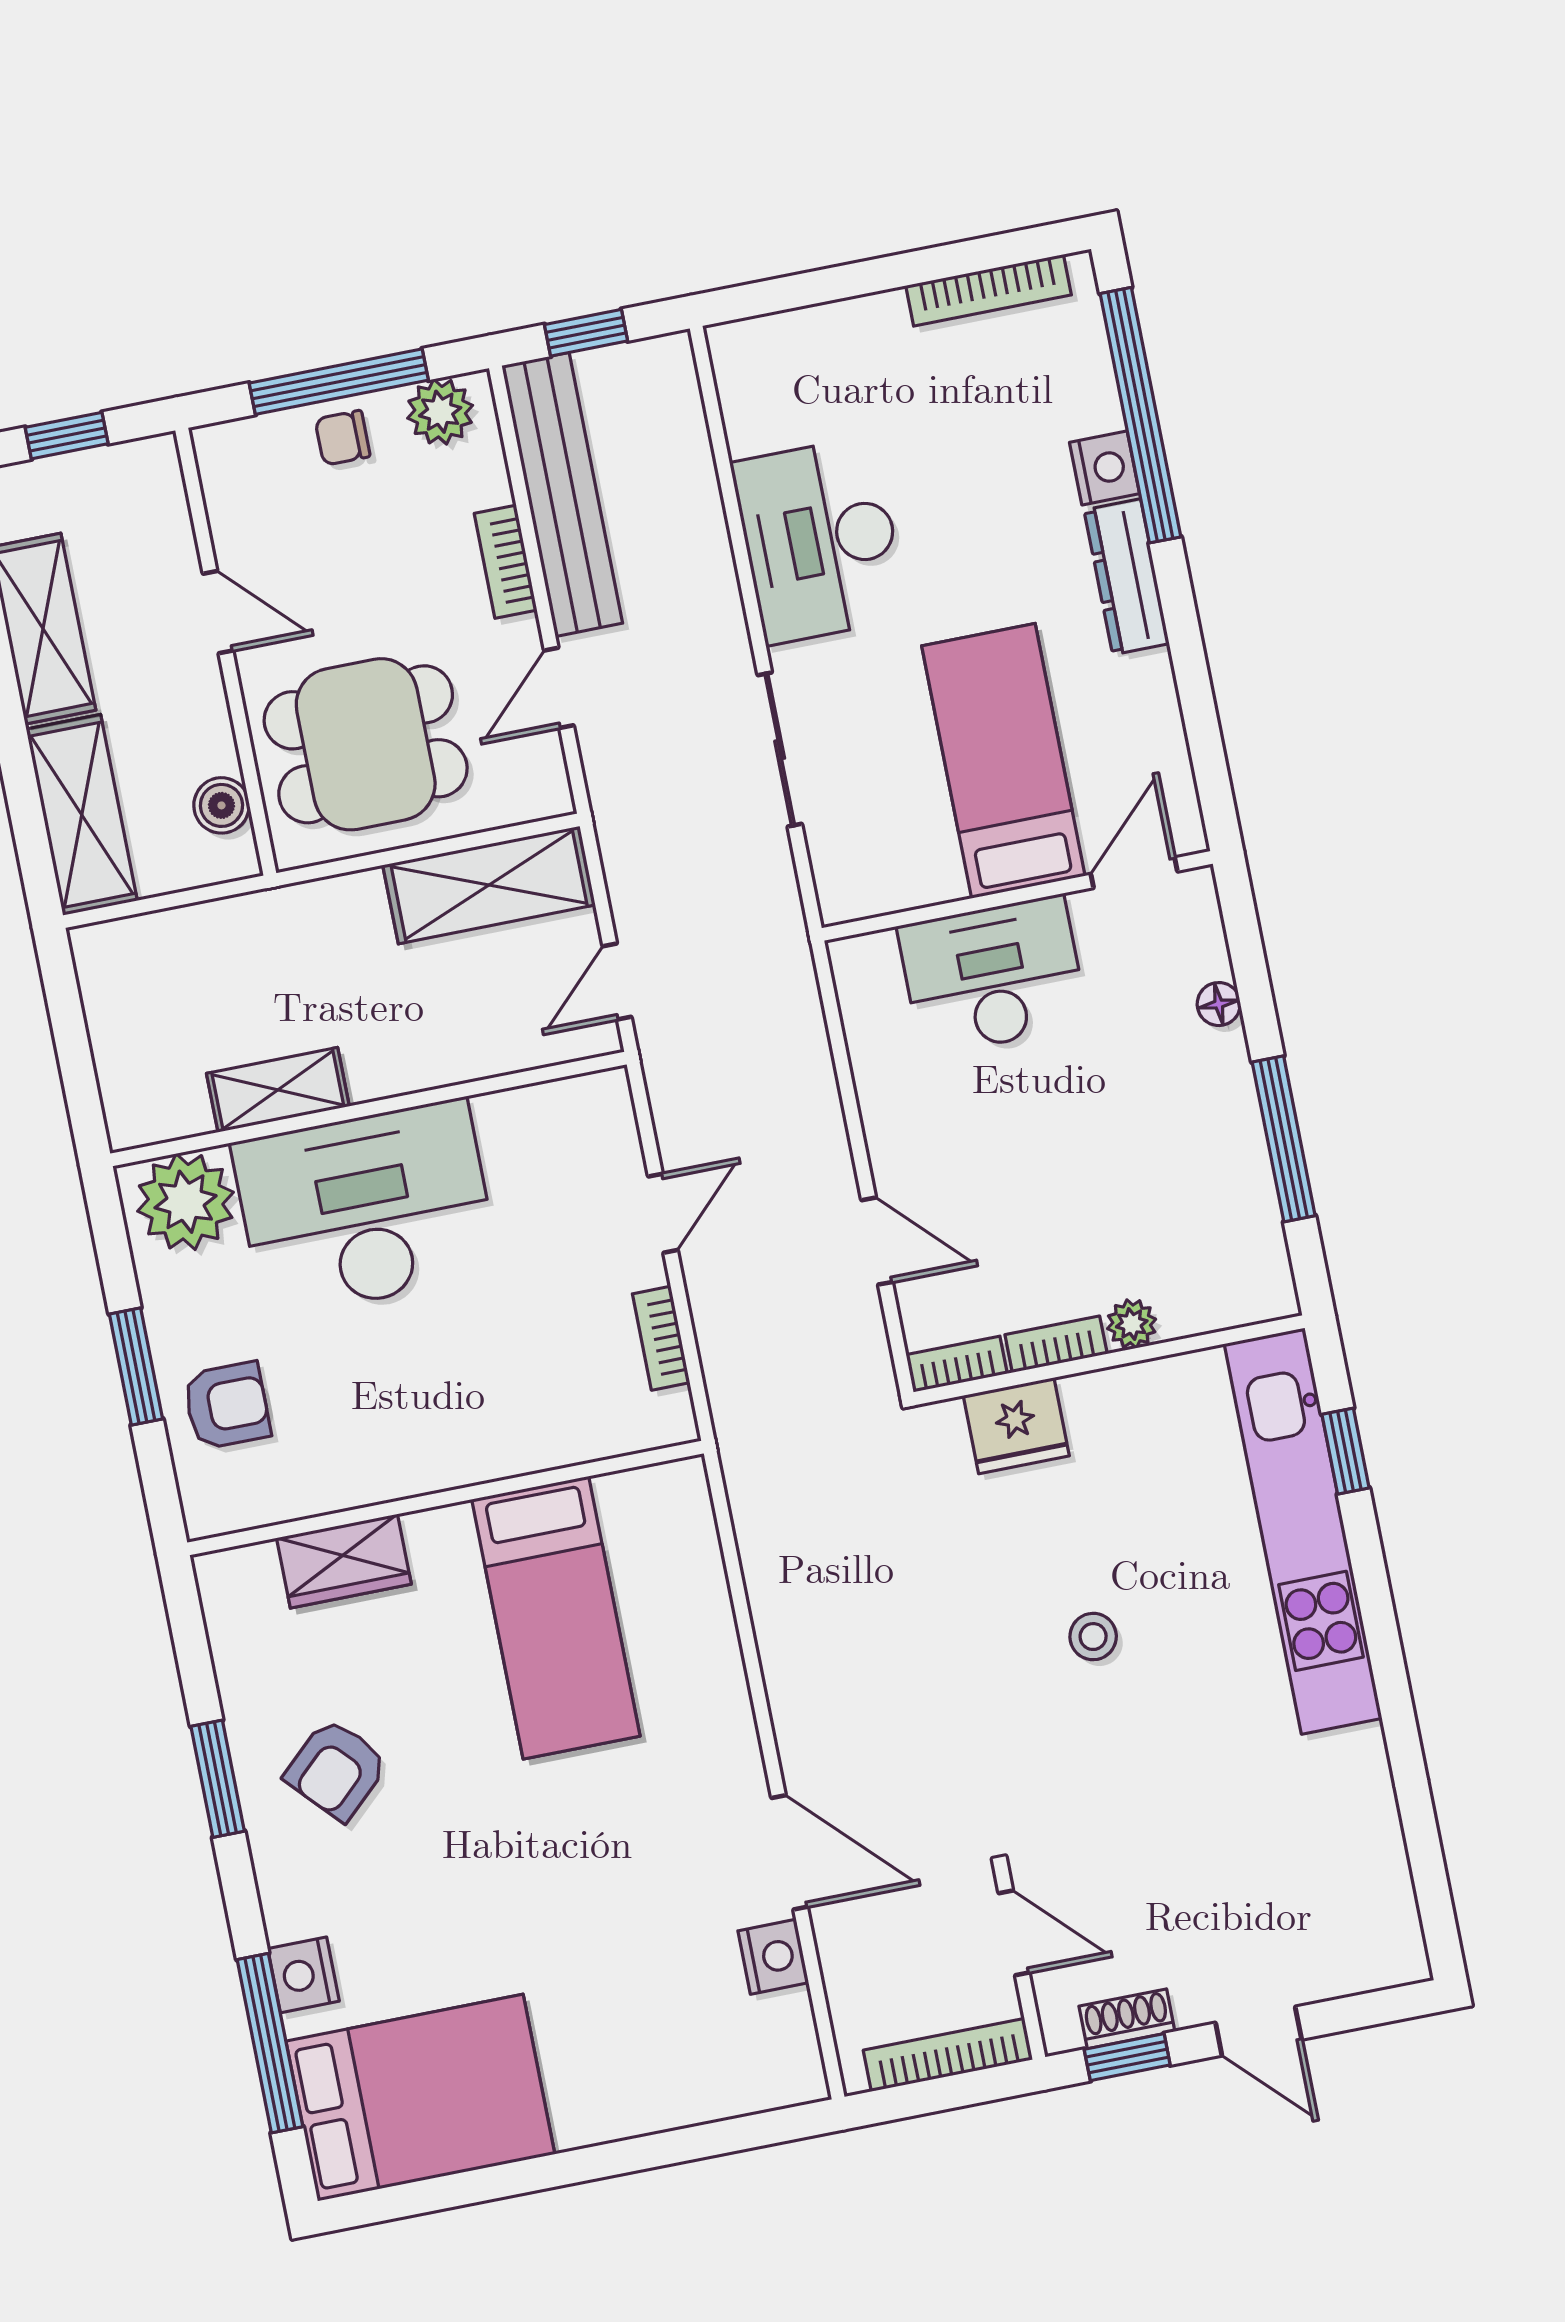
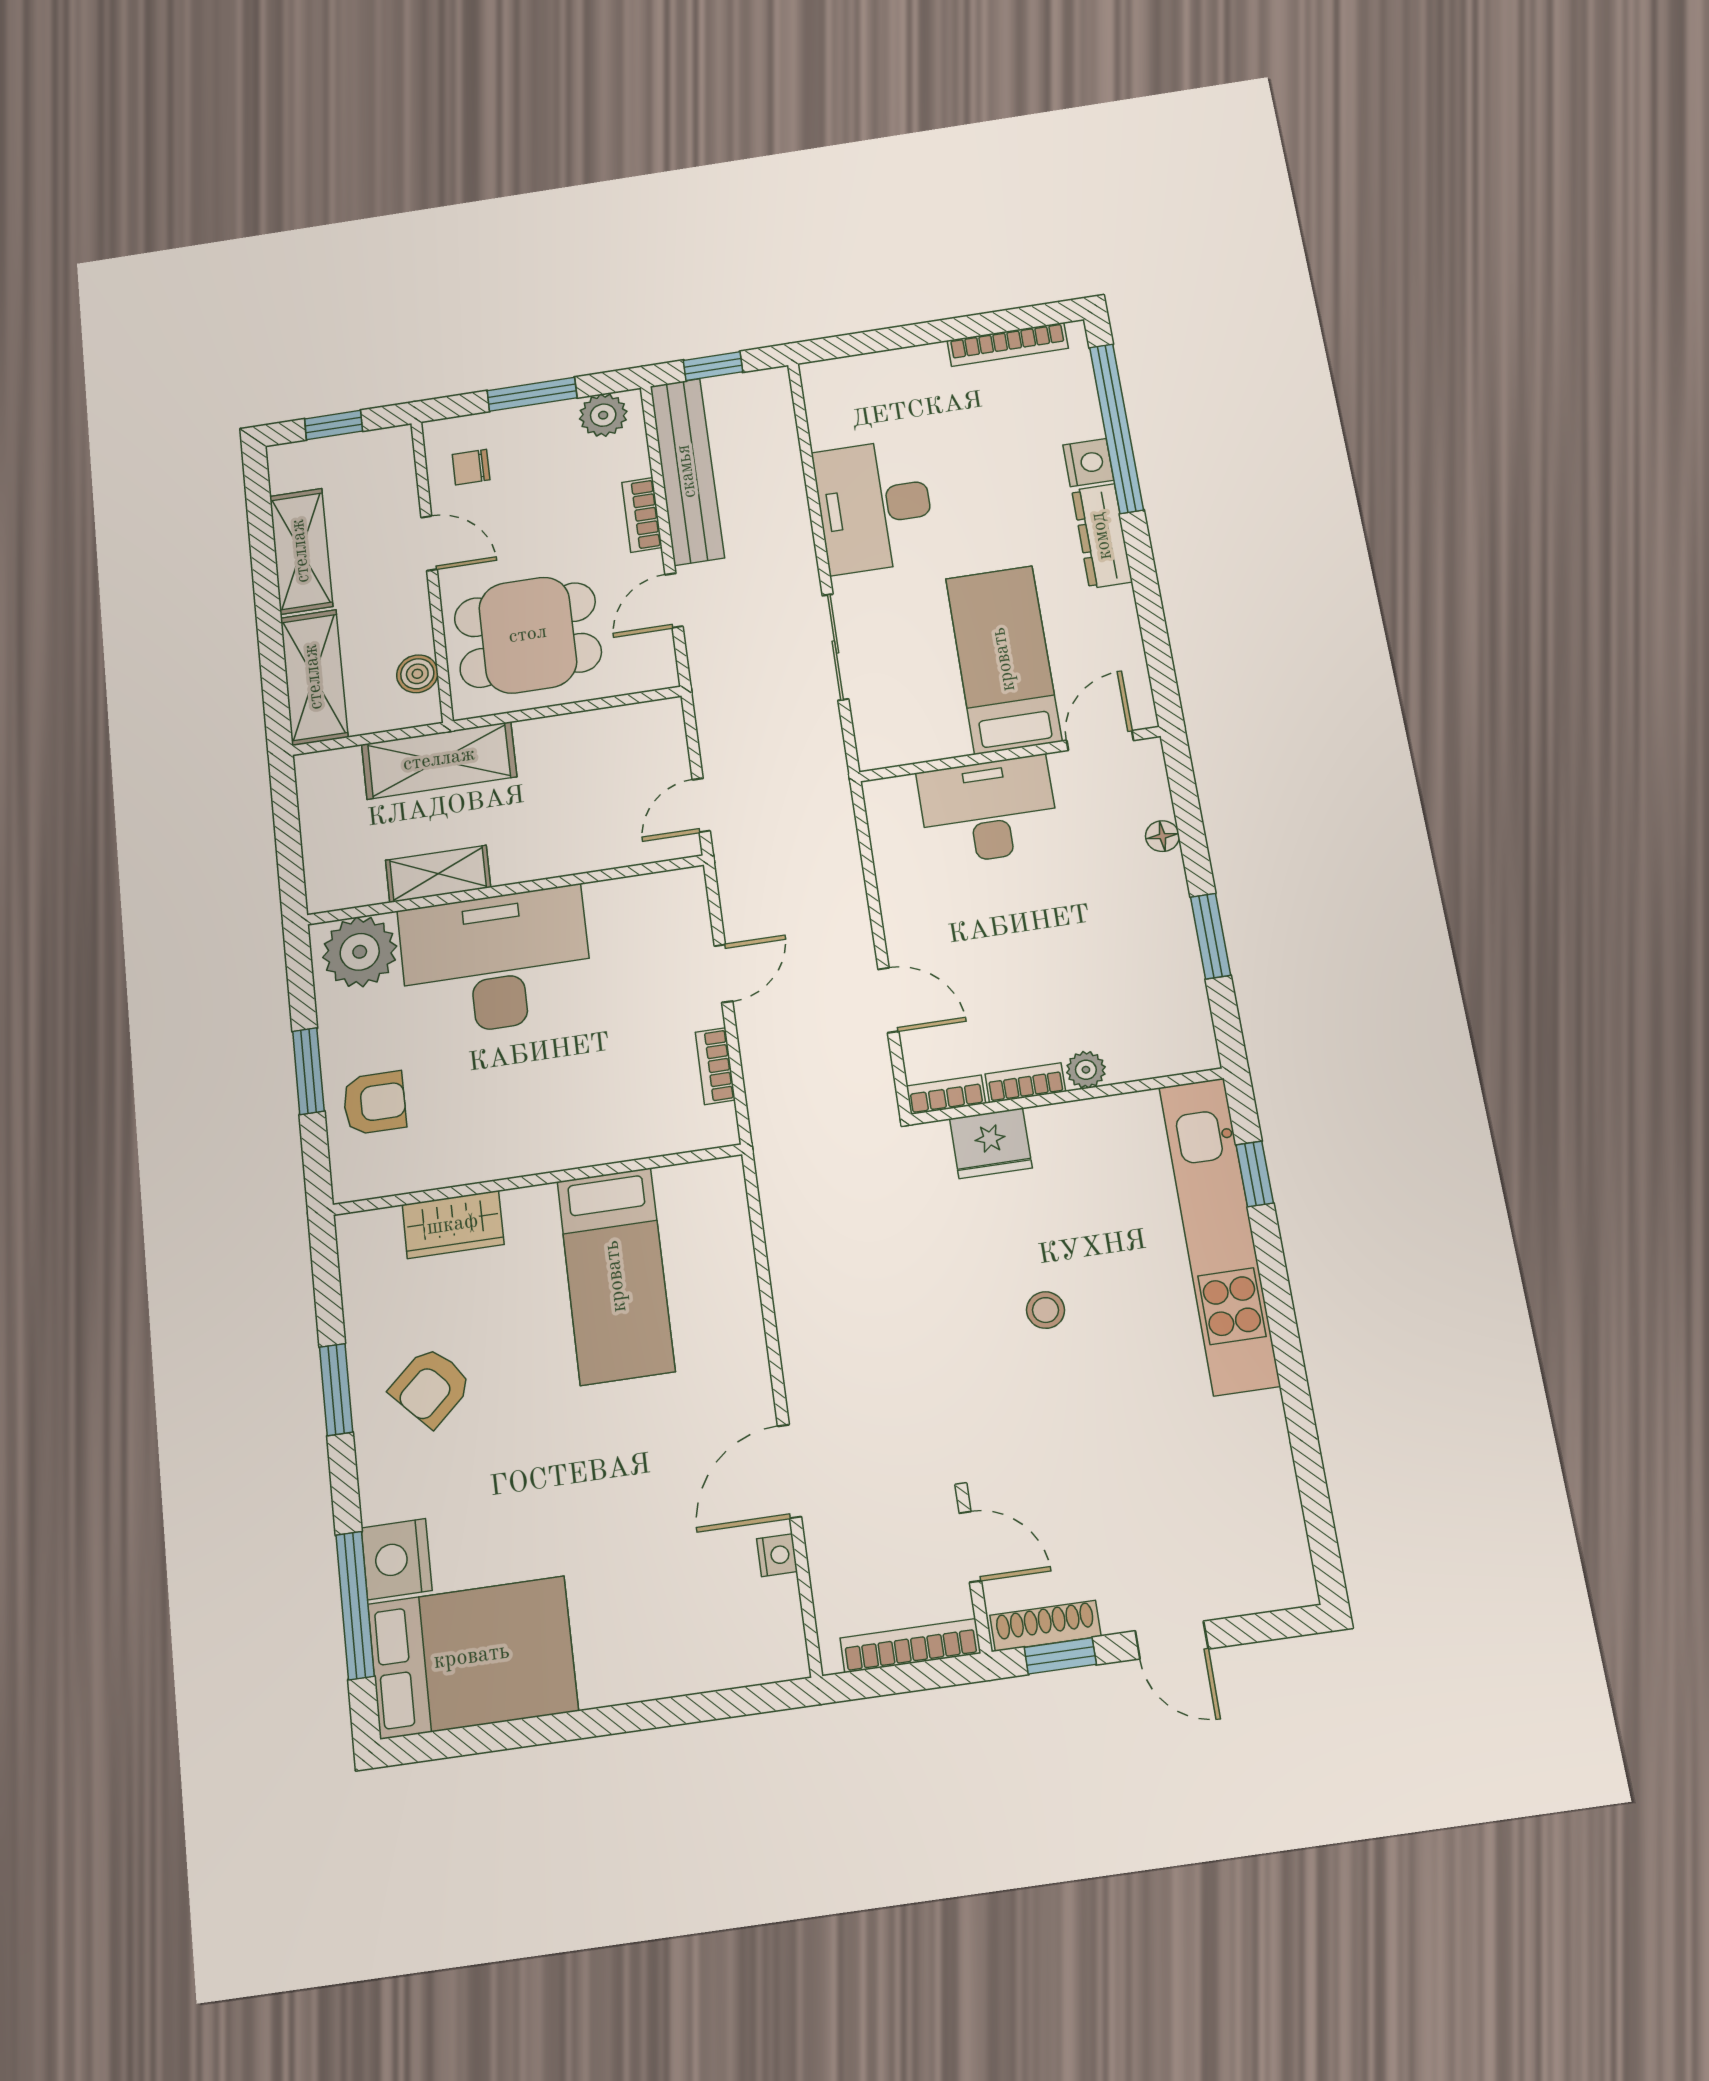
window: (339, 382) -> (532, 394), width x0.69
chair: (343, 438) -> (471, 467), moved
shelving: (489, 885) -> (439, 760), moved
window: (1284, 1139) -> (1211, 936), width x0.69
door: (789, 1852) -> (790, 1471), swing flipped
nightstand: (773, 1957) -> (777, 1555), width x0.72, depth x0.74
nightstand: (303, 1975) -> (397, 1559), width x1.36, depth x1.33
shoe rack: (1127, 2019) -> (1045, 1626), width x1.43

